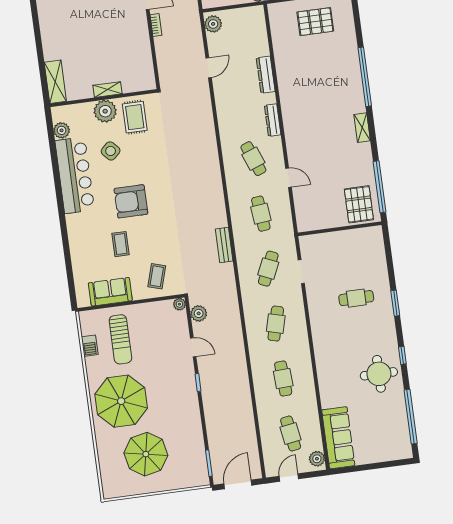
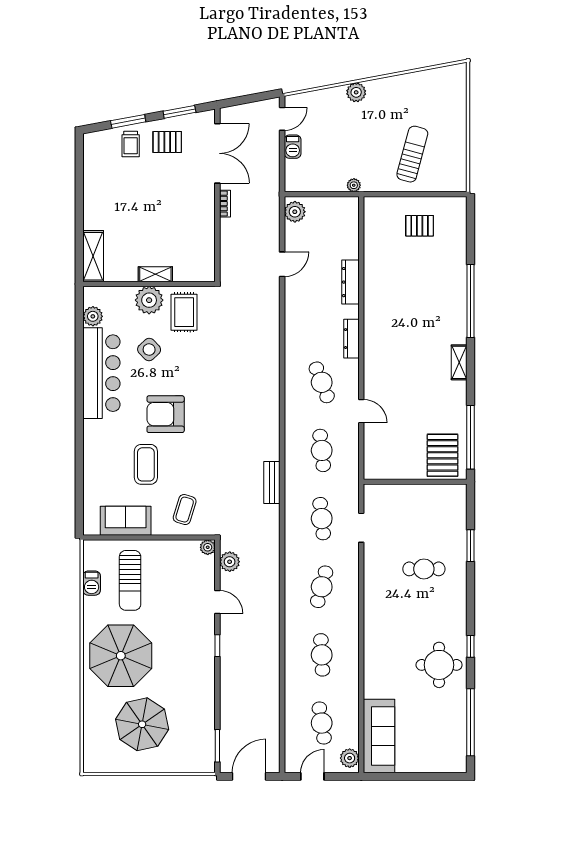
pallet: (315, 22) -> (420, 226), width x0.67, depth x0.71
coffee table: (121, 244) -> (146, 464), width x1.36, depth x1.30
cafe table: (268, 269) -> (322, 519), turned -30
window: (395, 303) -> (471, 546), moved

